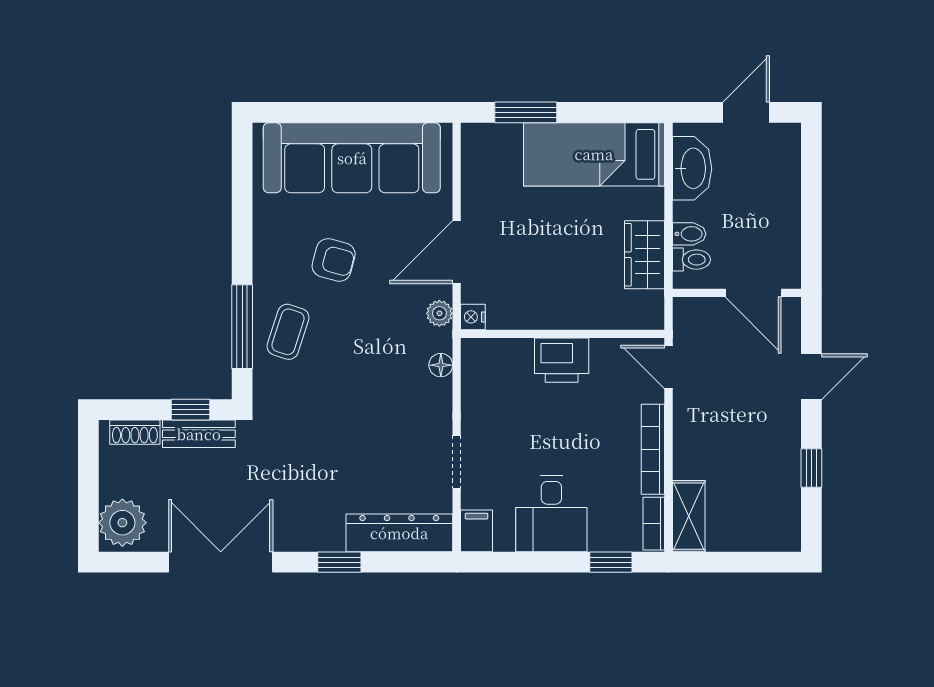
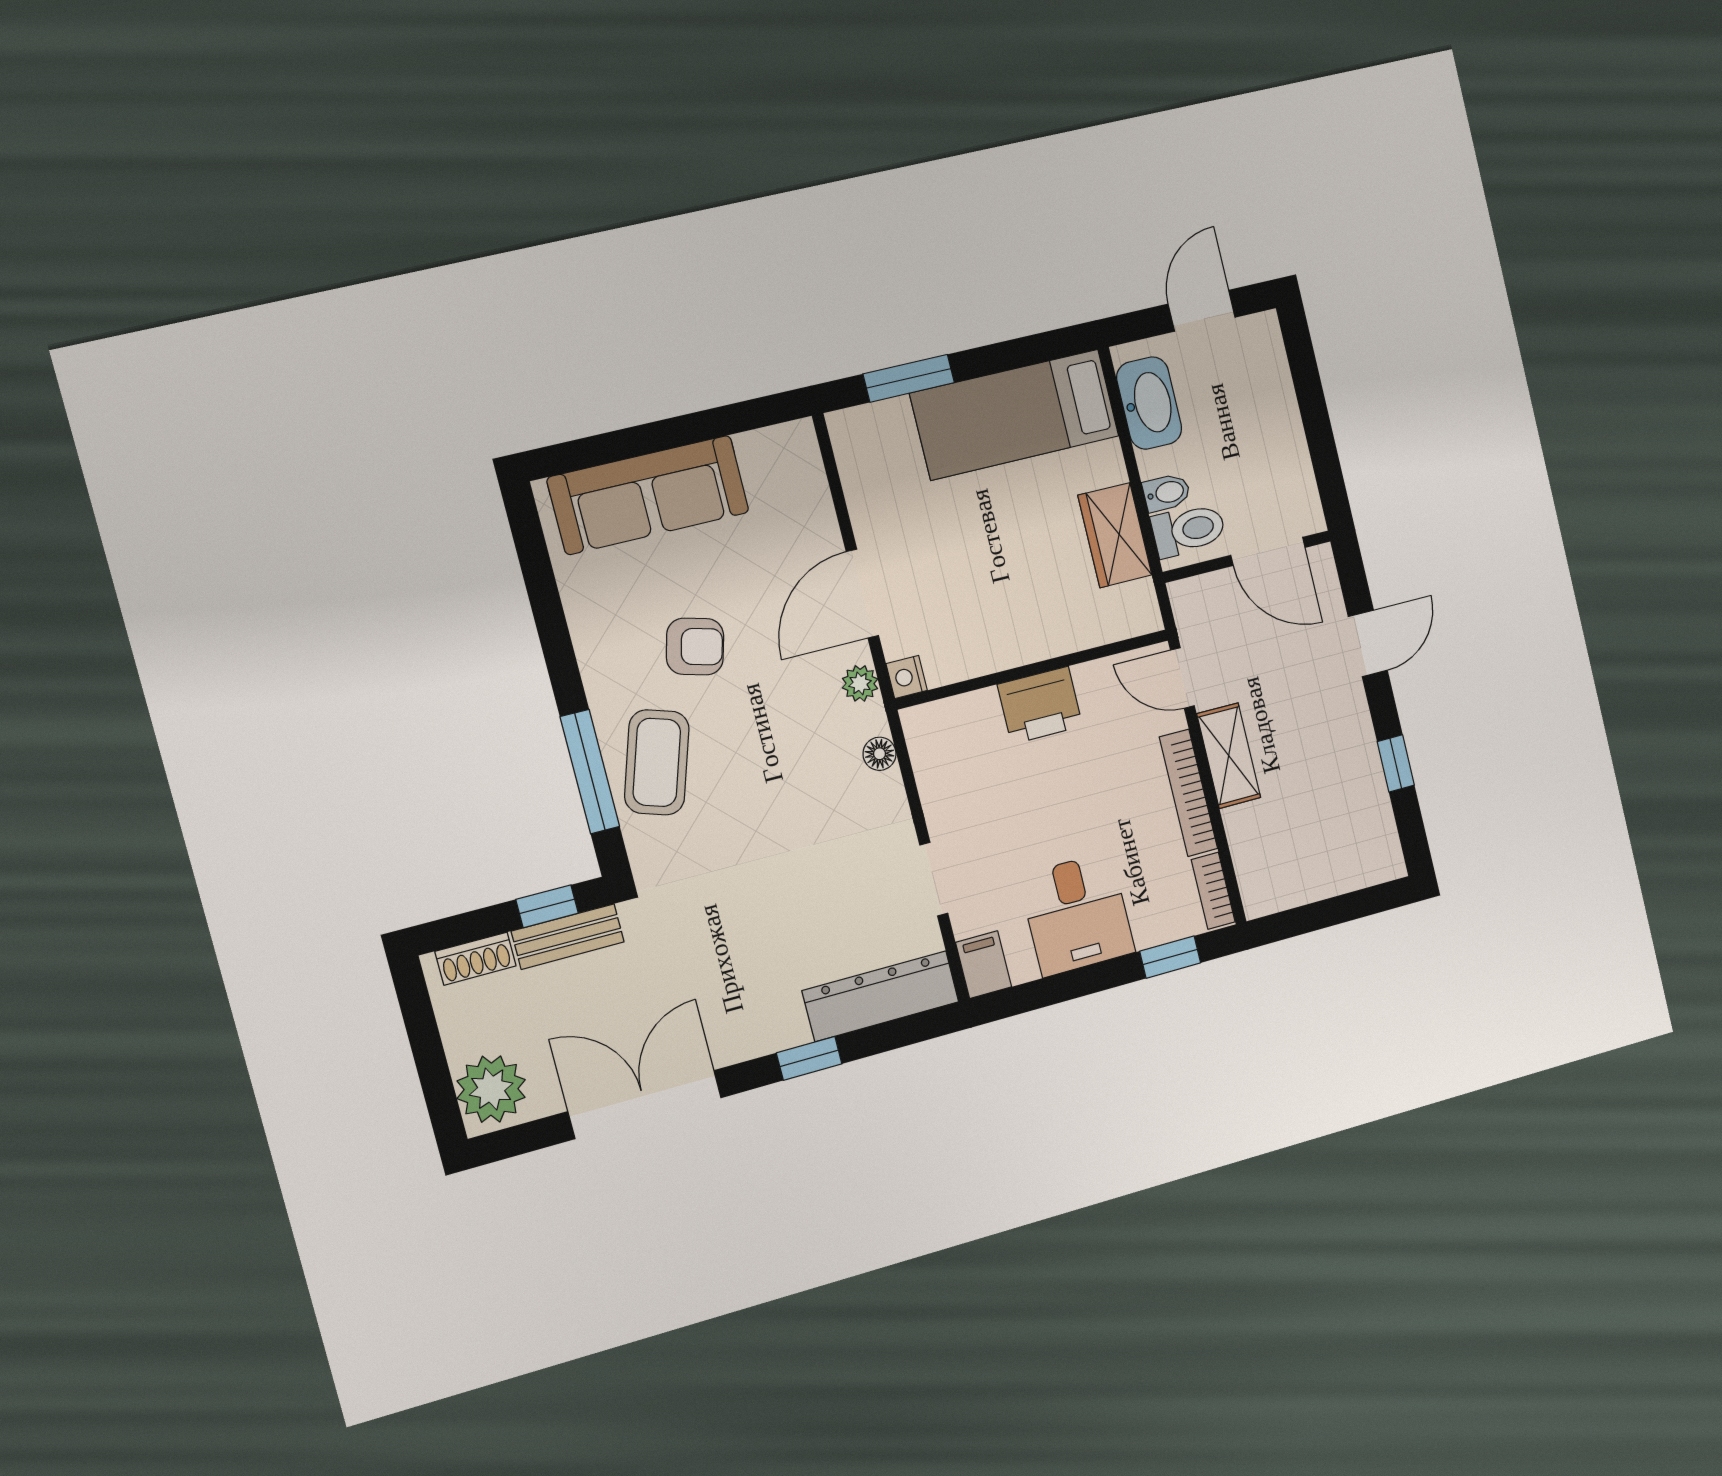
sofa: (352, 158) -> (648, 495), width x0.74, depth x0.79
toilet: (691, 260) -> (1189, 530), width x1.37, depth x1.39
coffee table: (288, 332) -> (657, 762), width x1.36, depth x1.30
shelving: (689, 516) -> (1229, 756), moved

